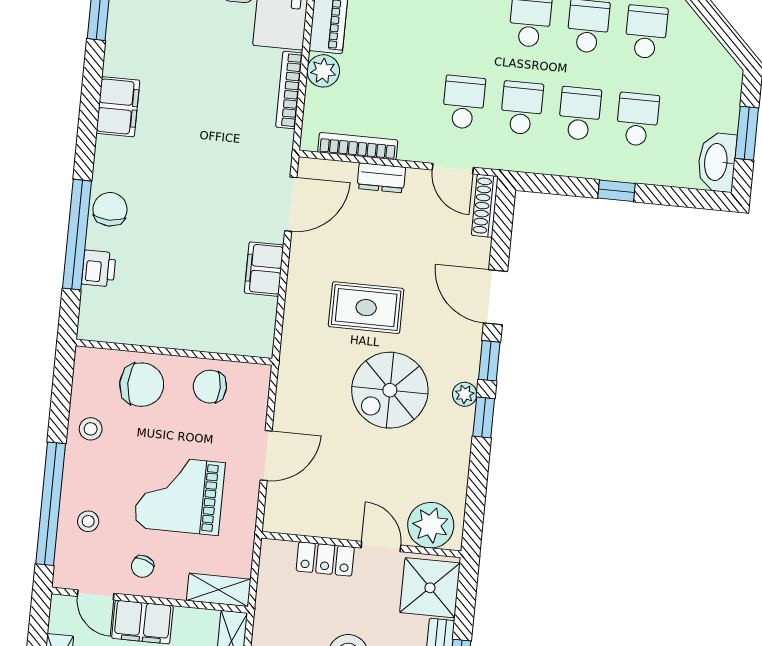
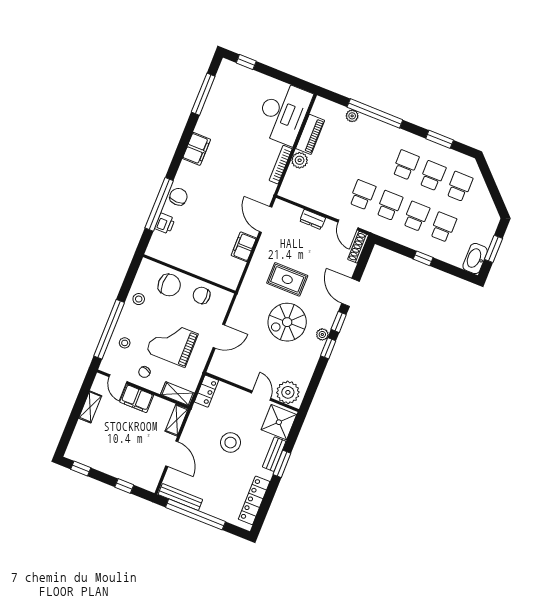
bookcase: (358, 146) -> (306, 201), removed
door: (291, 204) -> (266, 219), swing flipped
locker: (325, 559) -> (206, 391), moved, turned -90

